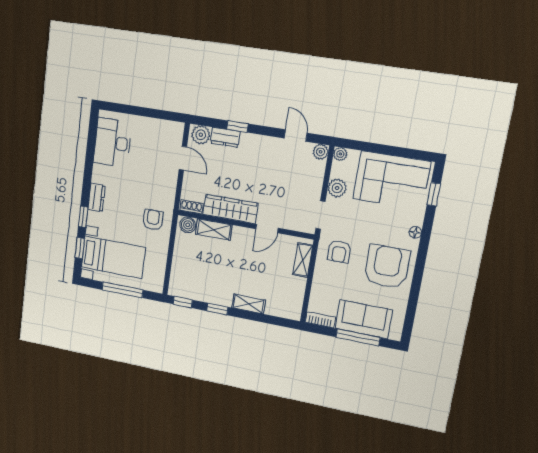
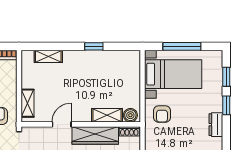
bed with nightstands: (113, 257) -> (173, 74), moved, turned 180
window: (183, 302) -> (125, 46), removed
shelving: (249, 304) -> (48, 56), moved

